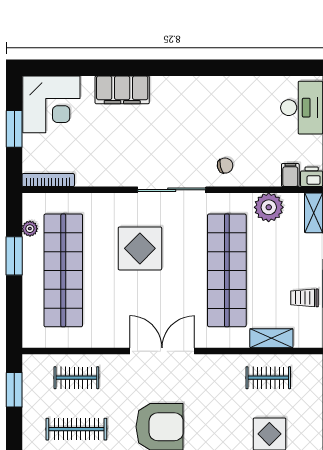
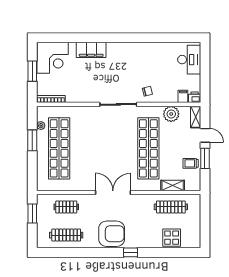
display table: (140, 248) -> (101, 136), removed
clothes rail: (268, 378) -> (171, 207), width x1.36

